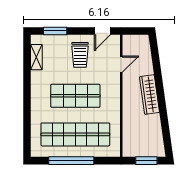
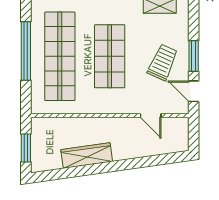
window: (55, 31) -> (194, 56), moved
trolley: (80, 55) -> (163, 62), turned 114
wardrobe: (149, 95) -> (87, 156), moved

